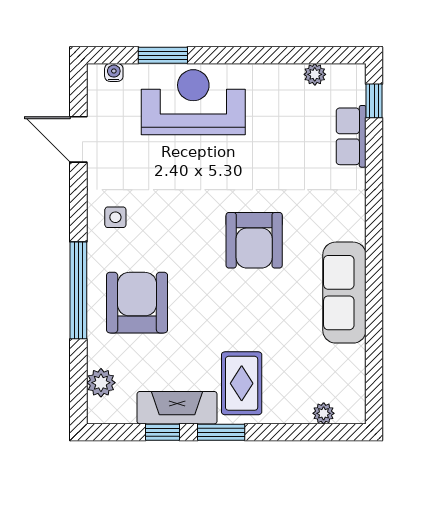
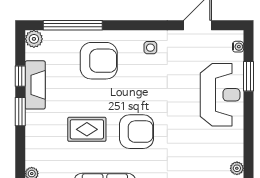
armchair: (254, 240) -> (136, 132), turned 180
window: (78, 290) -> (73, 25), moved
plant: (101, 383) -> (34, 39), moved
rug: (242, 383) -> (87, 129), moved

